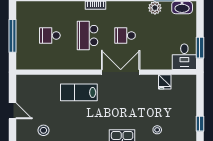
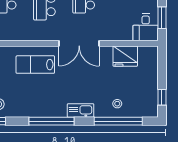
double door: (121, 72) -> (79, 43), swing flipped
fridge: (165, 82) -> (125, 56), width x1.88, depth x1.34

